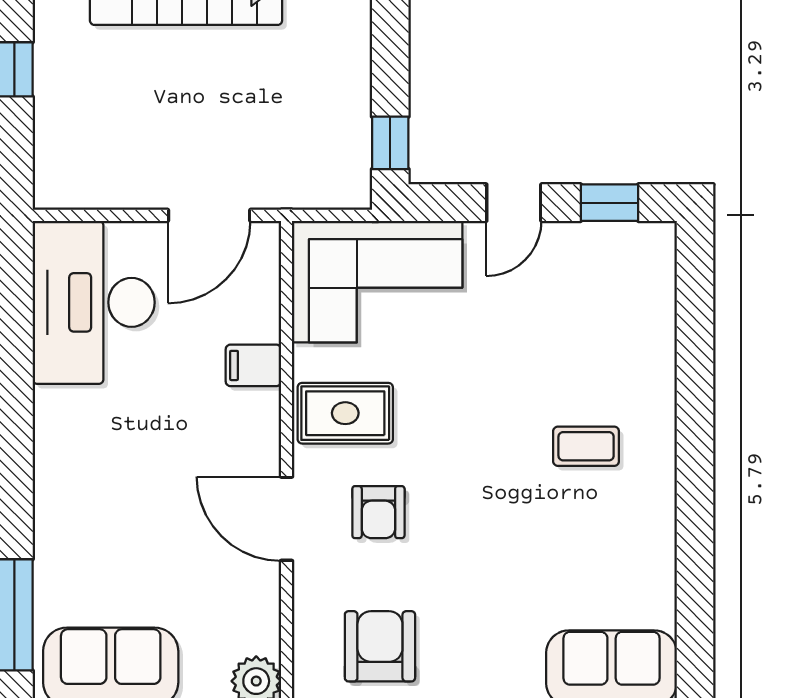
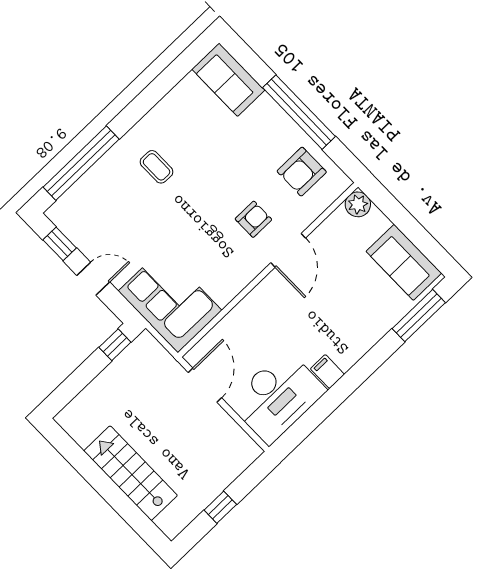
door: (209, 215) -> (205, 385), hinge flipped
window: (695, 344) -> (81, 163), added
filing cabinet: (253, 365) -> (327, 372), moved, turned 180
rug: (345, 413) -> (229, 266), removed

